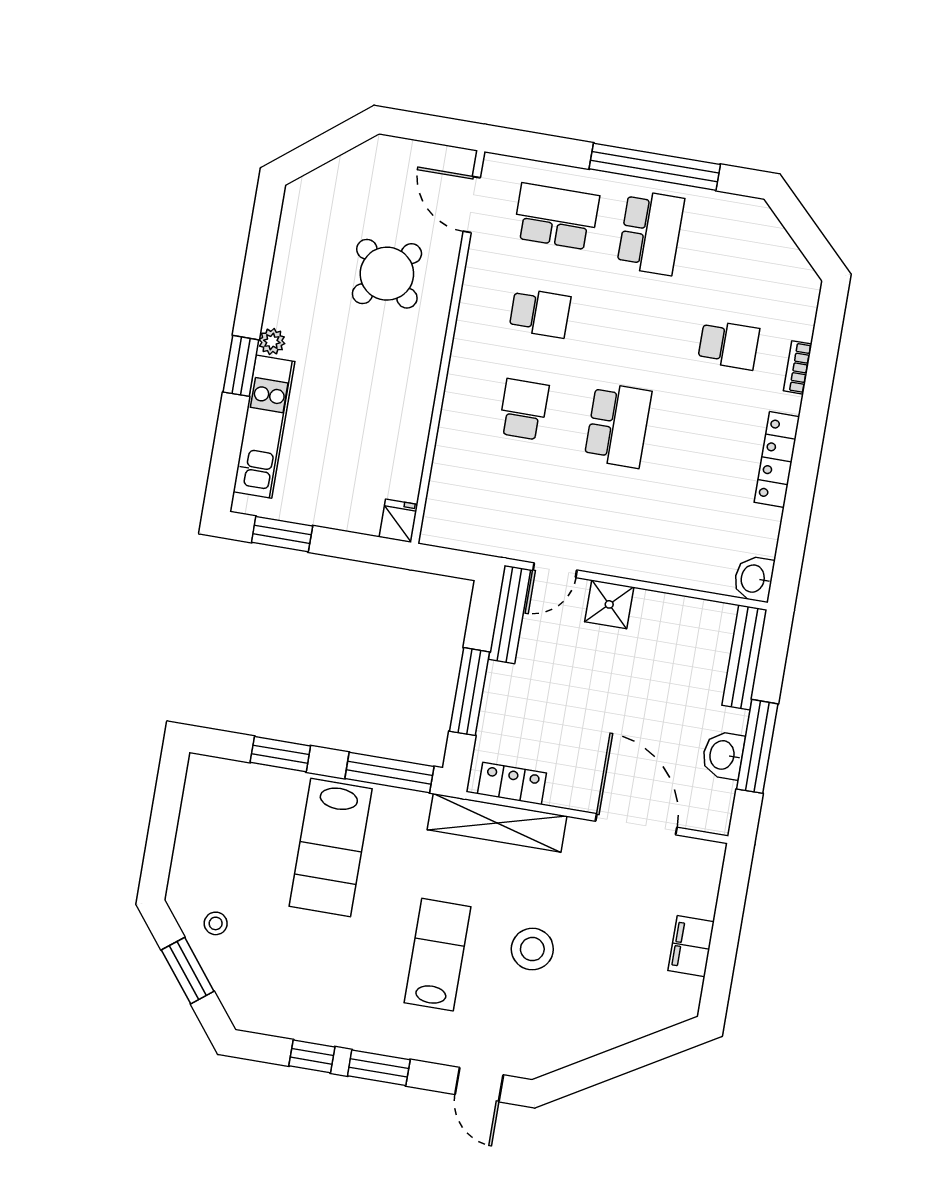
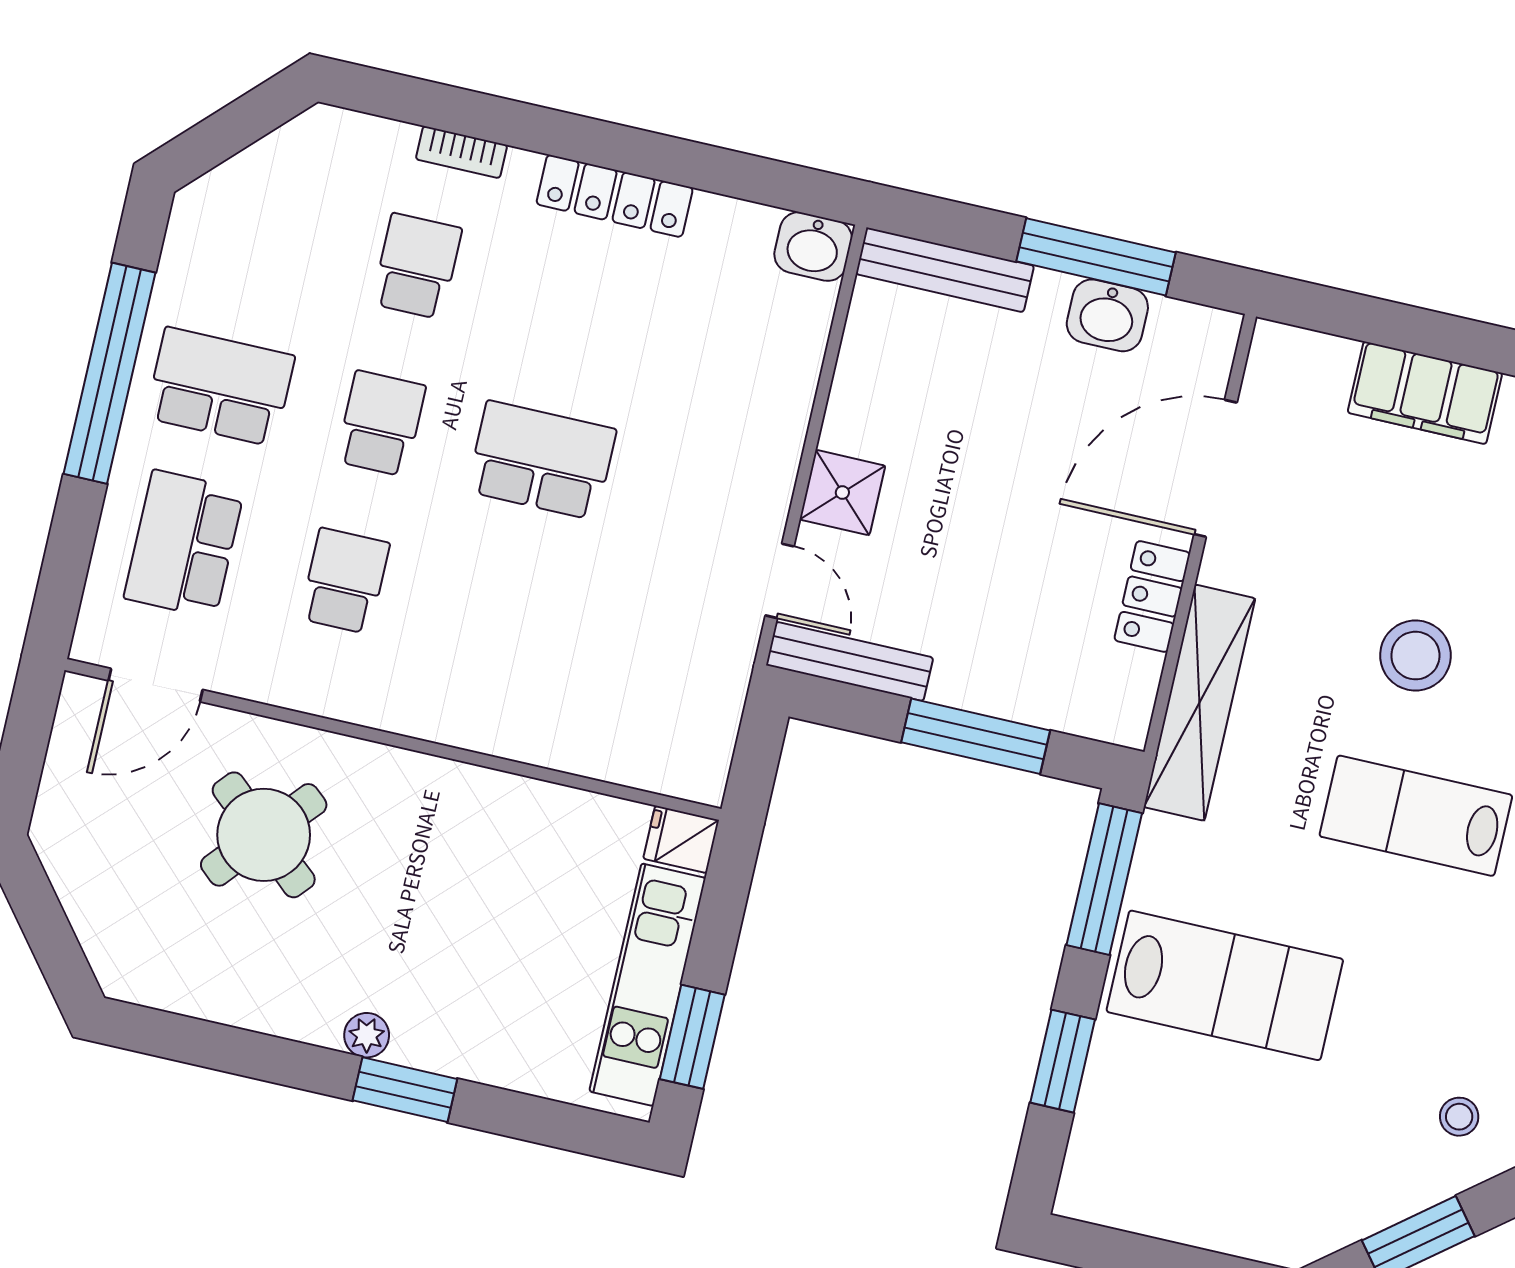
school desk: (524, 409) -> (381, 423), moved, turned 90
kitchen unit: (264, 427) -> (648, 985), moved, turned -90
locker: (512, 783) -> (1152, 597), moved
stool: (216, 923) -> (1459, 1117), moved
filing cabinet: (691, 946) -> (1425, 393), width x1.50, depth x1.17

